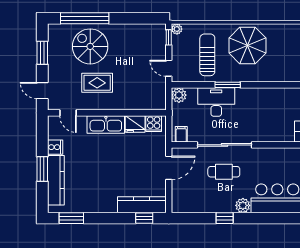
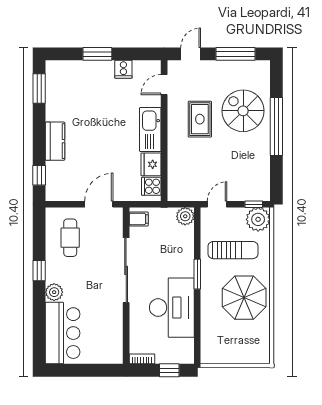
window: (85, 18) -> (276, 127), moved
plant: (177, 29) -> (258, 219), width x1.88, depth x1.88
spiral stairs: (90, 46) -> (243, 111), turned -90
window: (42, 53) -> (235, 54), width x1.44
desk: (216, 102) -> (172, 308), moved, width x1.36, depth x1.30
door: (169, 168) -> (99, 204), swing flipped
cafe table: (224, 172) -> (70, 238), moved
kitchen counter: (56, 180) -> (84, 70), removed
kitchen counter: (142, 205) -> (55, 141), moved, width x0.67

